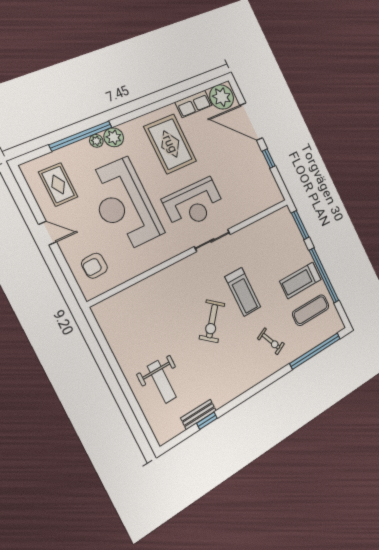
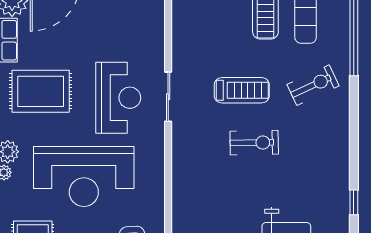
exercise bike: (212, 321) -> (254, 143), turned -40
exercise bike: (271, 341) -> (313, 85), width x1.38, depth x1.39
bench: (198, 414) -> (342, 208), removed

